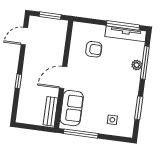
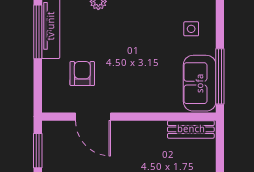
door: (63, 77) -> (93, 117), moved
sofa: (72, 108) -> (200, 83), moved, turned -90

